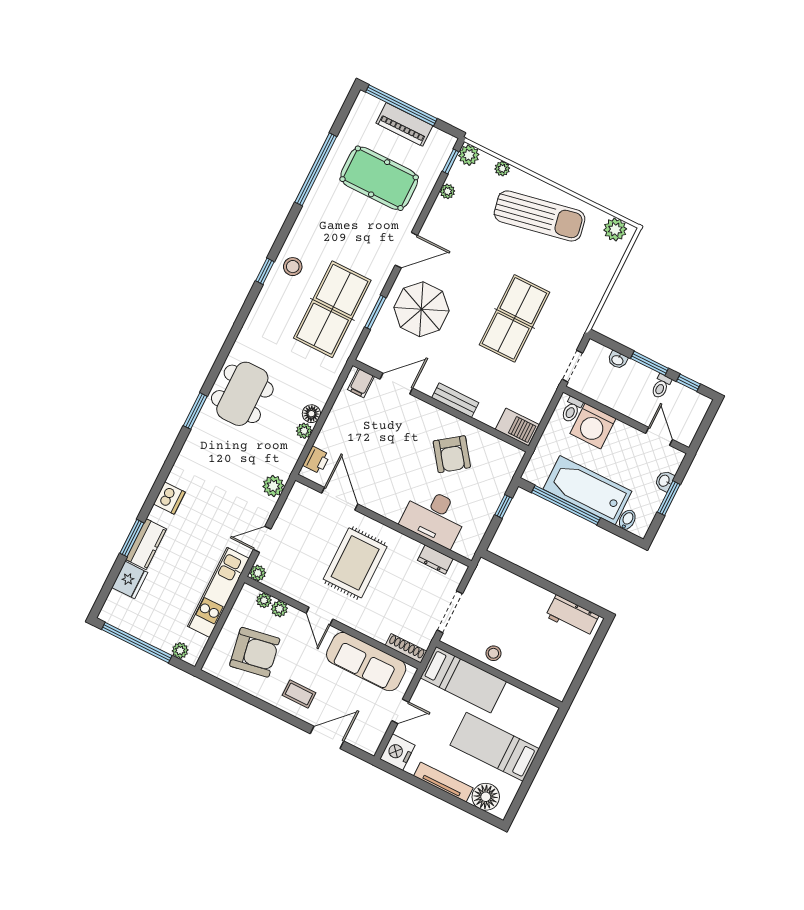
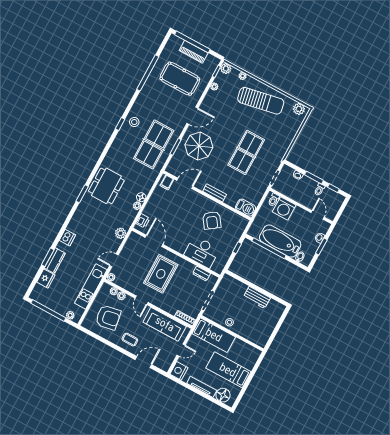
workbench: (572, 616) -> (257, 297), moved

